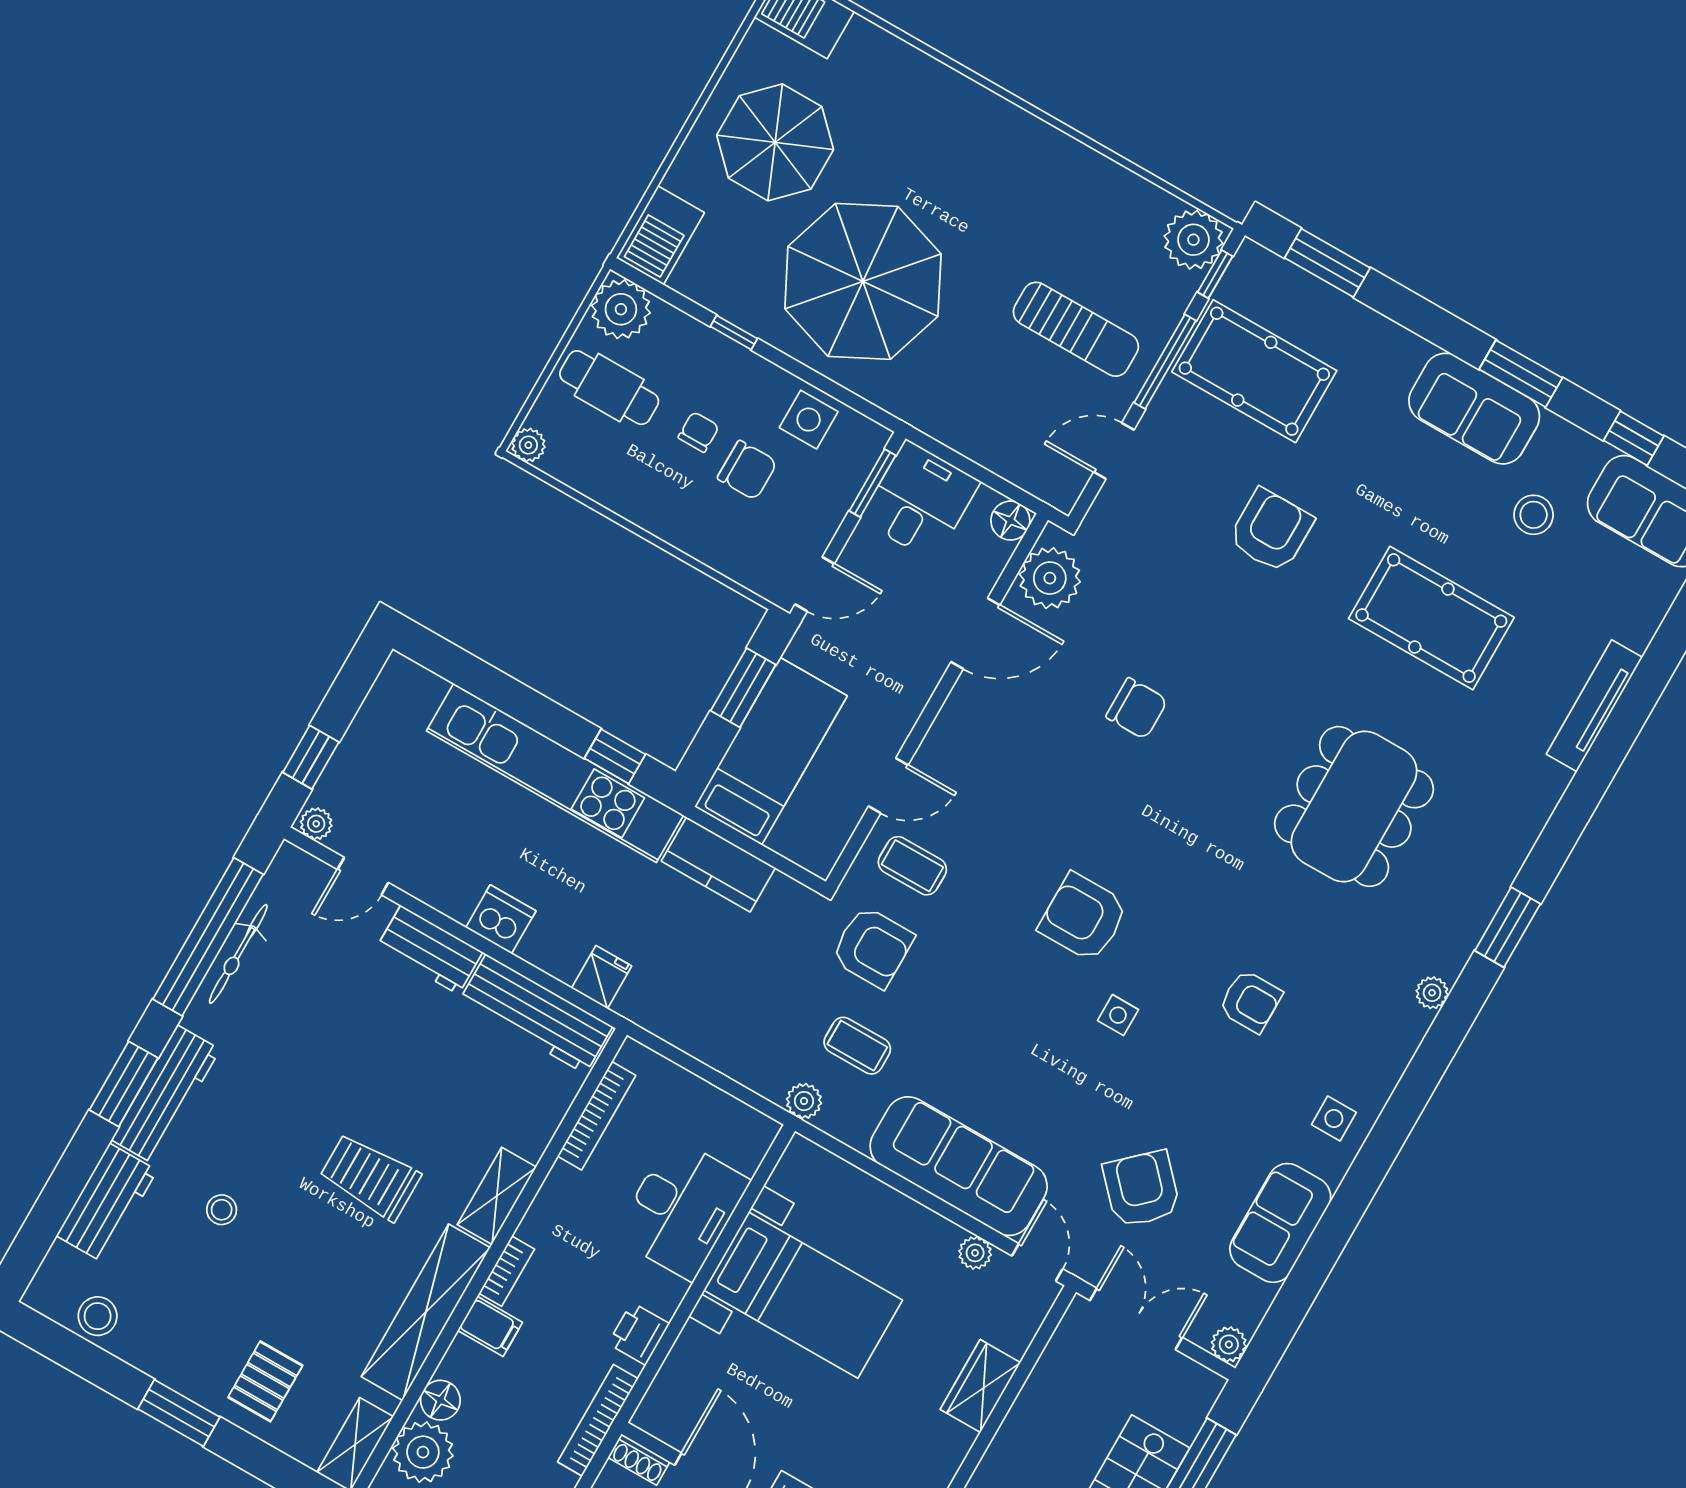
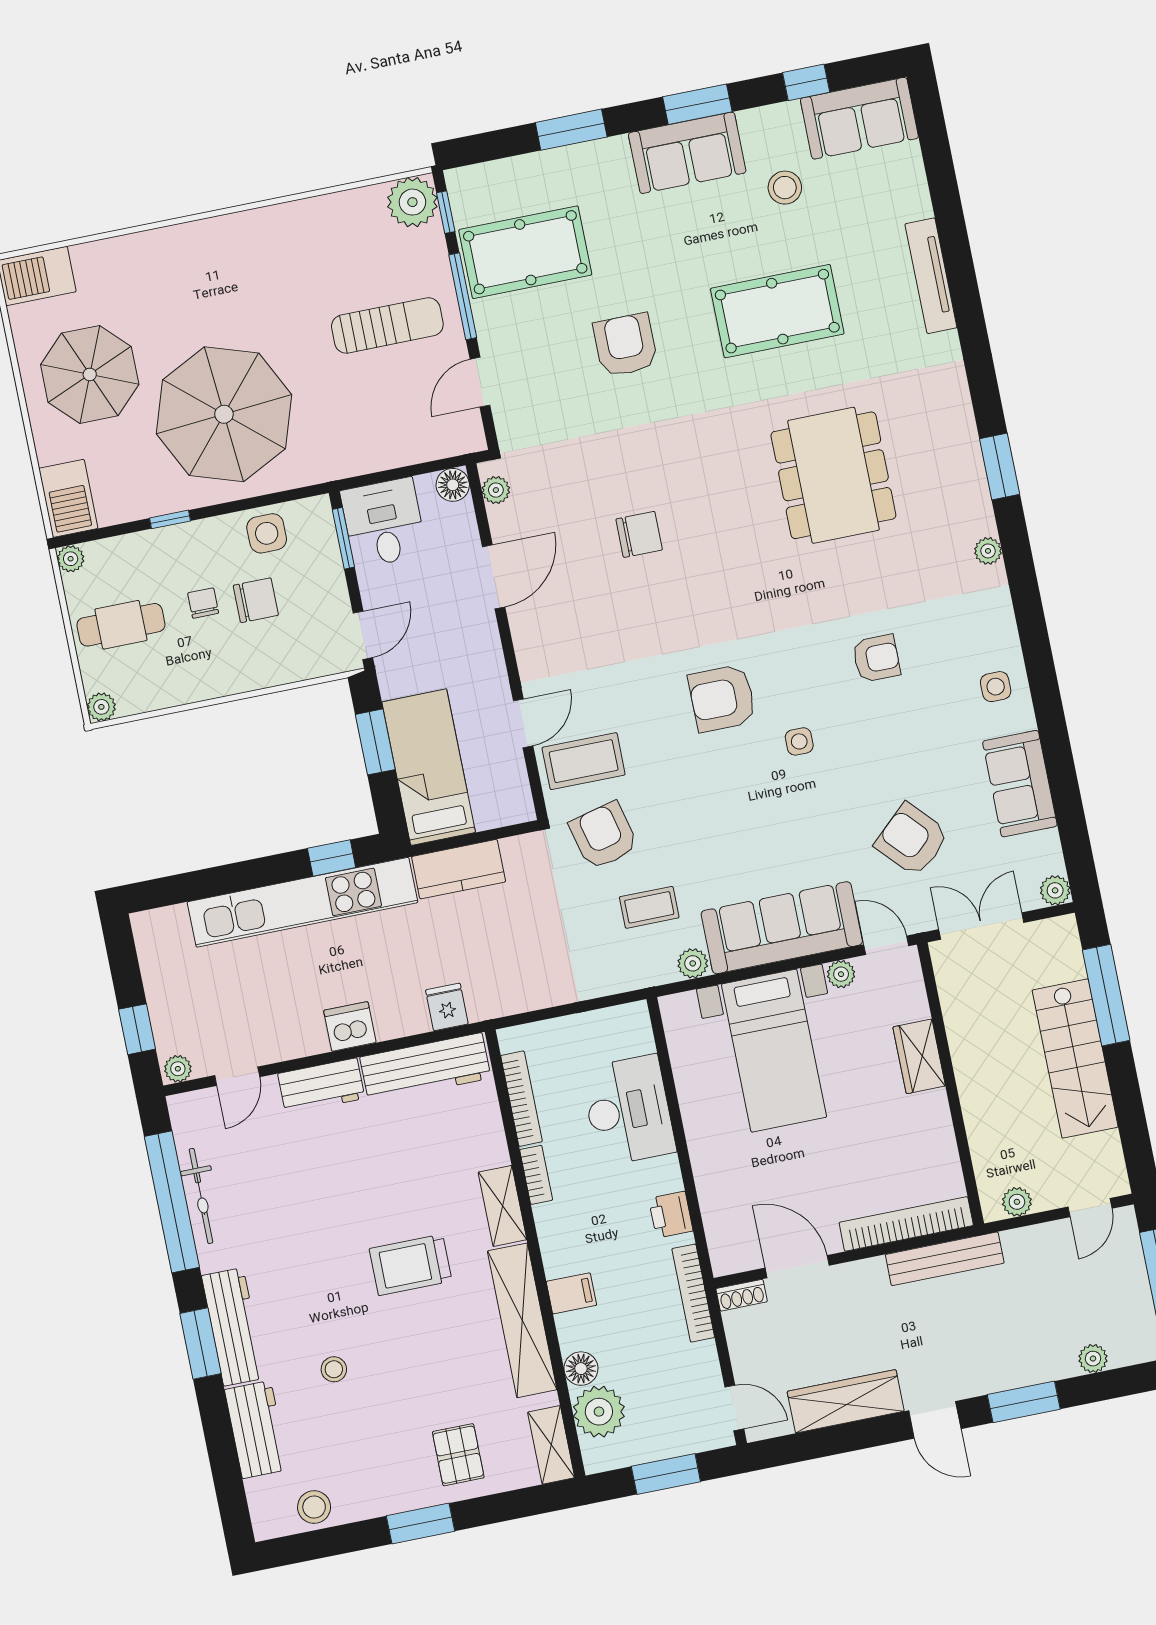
window: (1327, 263) -> (571, 130), moved
plant: (621, 309) -> (71, 559), width x0.53, depth x0.53
plant: (1050, 578) -> (496, 490), width x0.53, depth x0.53
coffee table: (912, 866) -> (584, 761), width x1.36, depth x1.30
armchair: (872, 947) -> (604, 836), turned -104
plant: (804, 1101) -> (693, 963), moved
bookcase: (507, 1271) -> (536, 1175), moved
bed with nightstands: (803, 1295) -> (774, 1051), moved, turned 90

